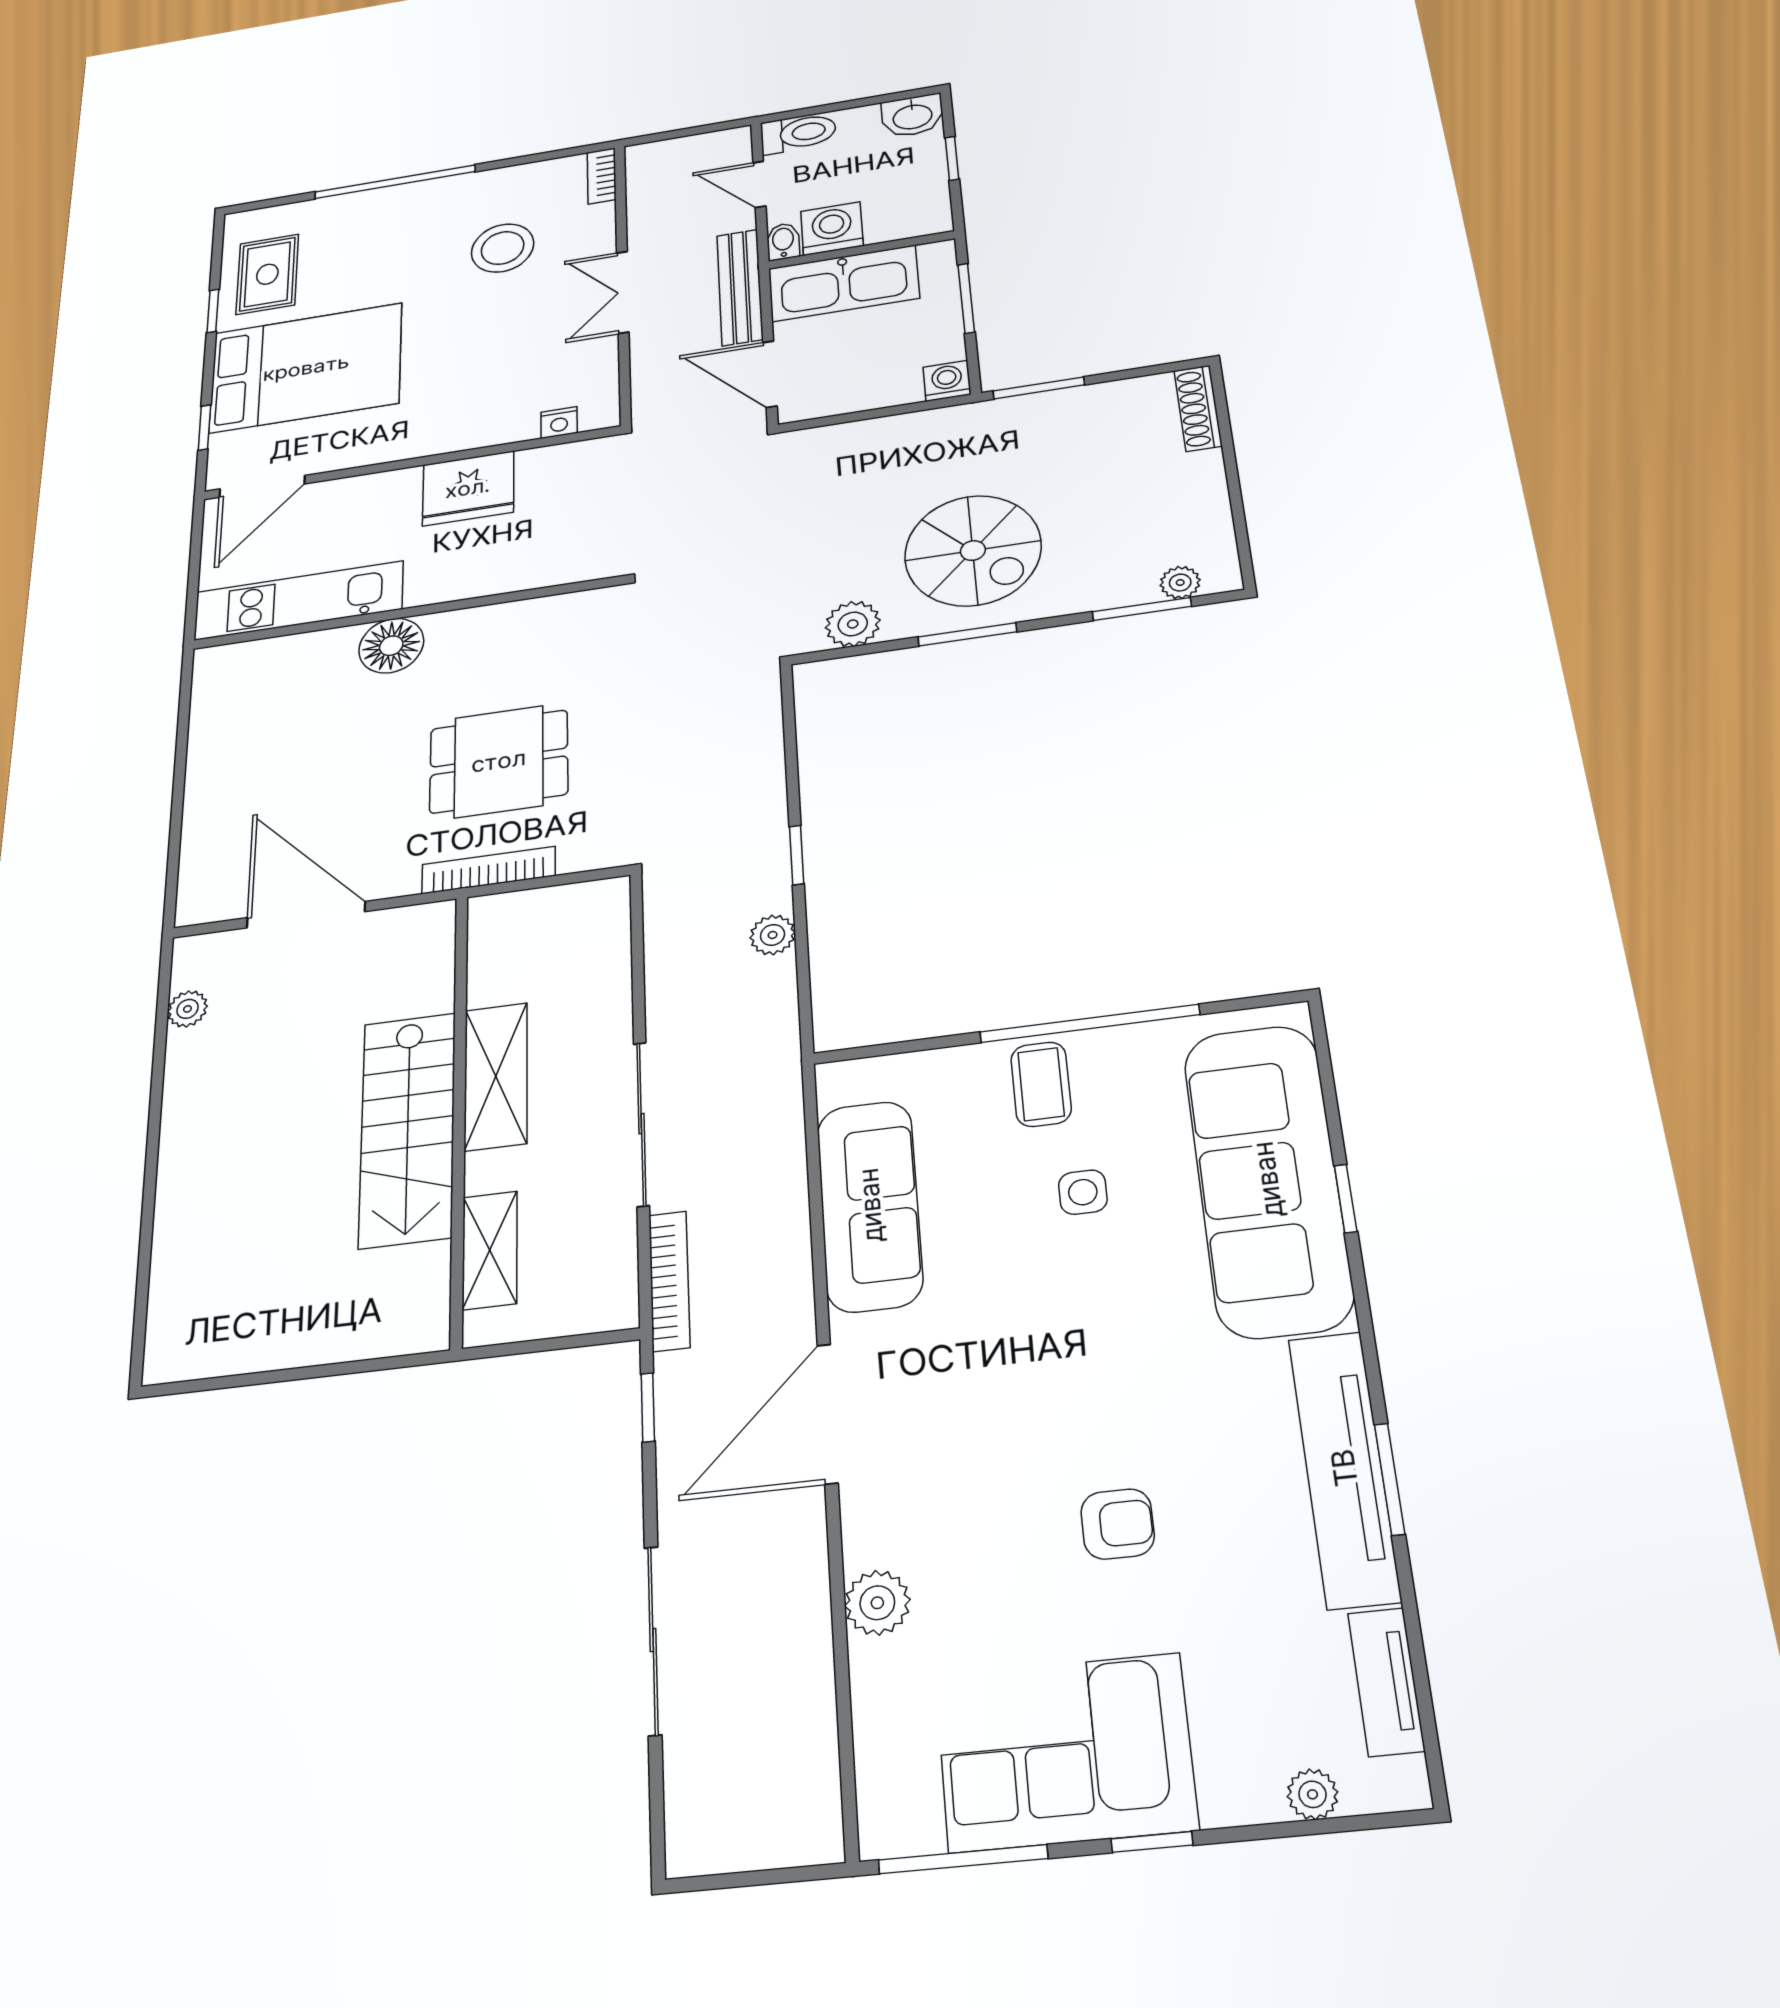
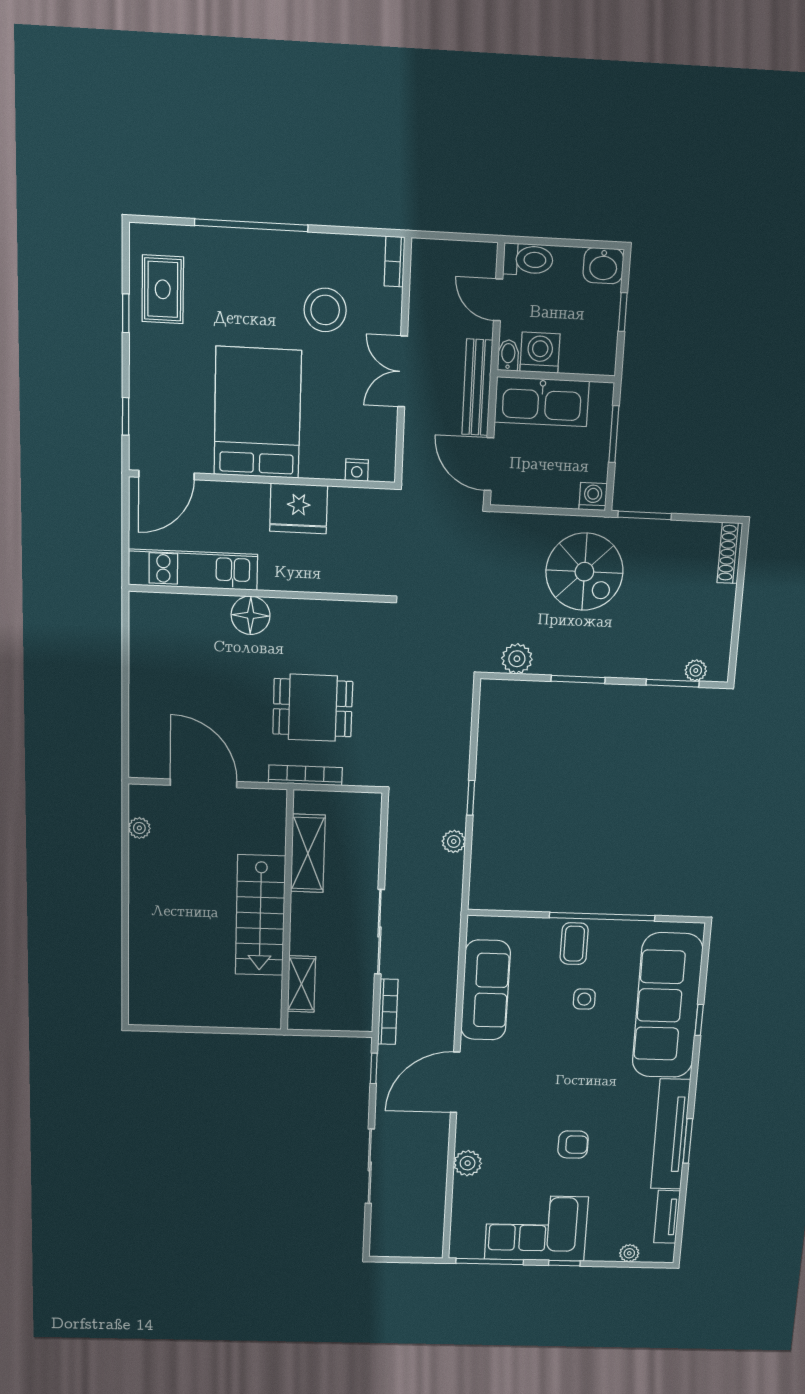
bed: (306, 368) -> (257, 413), moved, turned -90
spiral stairs: (973, 551) -> (584, 572), moved
shelving: (496, 1076) -> (308, 853), moved

